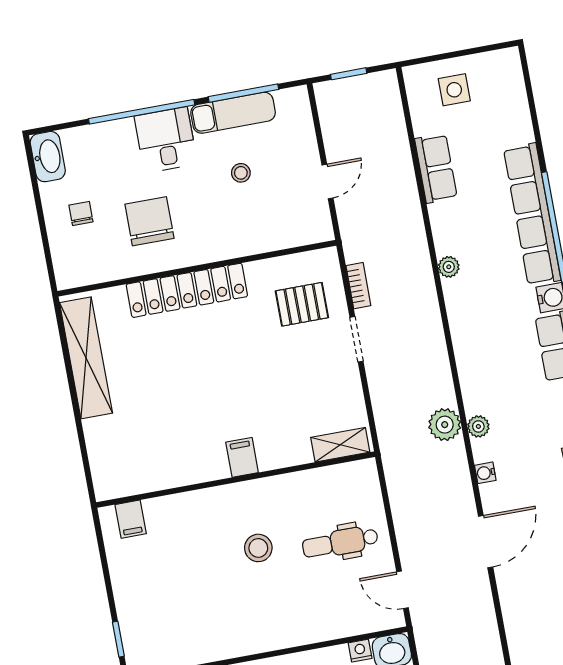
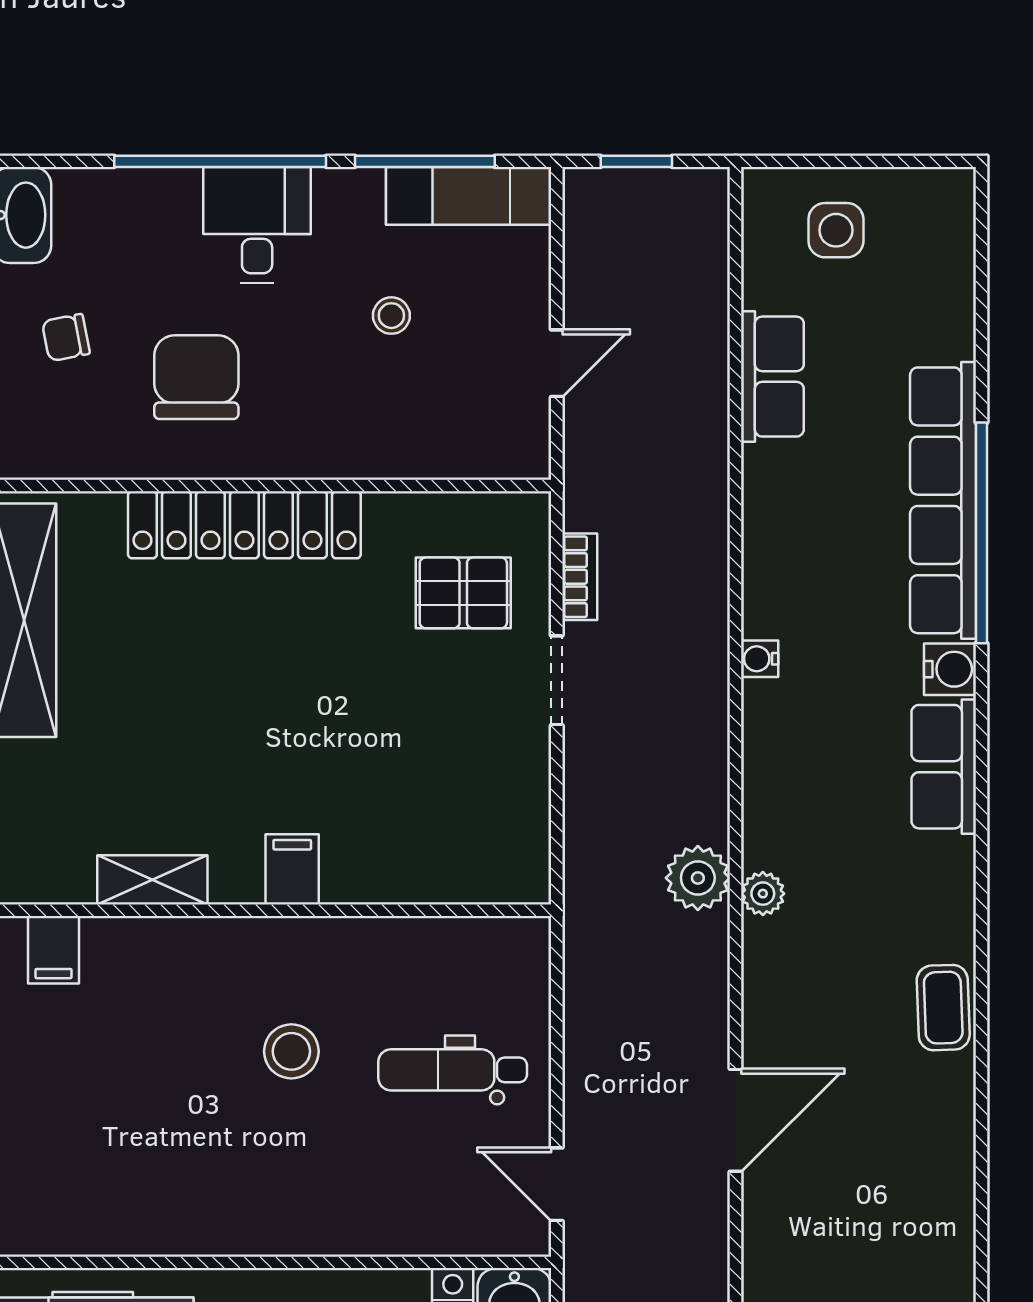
exam couch: (233, 113) -> (469, 196), moved
chair: (81, 213) -> (66, 338), turned -101
plant: (449, 267) -> (762, 573), removed
shelving: (340, 445) -> (152, 880), moved
water cooler: (485, 473) -> (760, 659), moved

